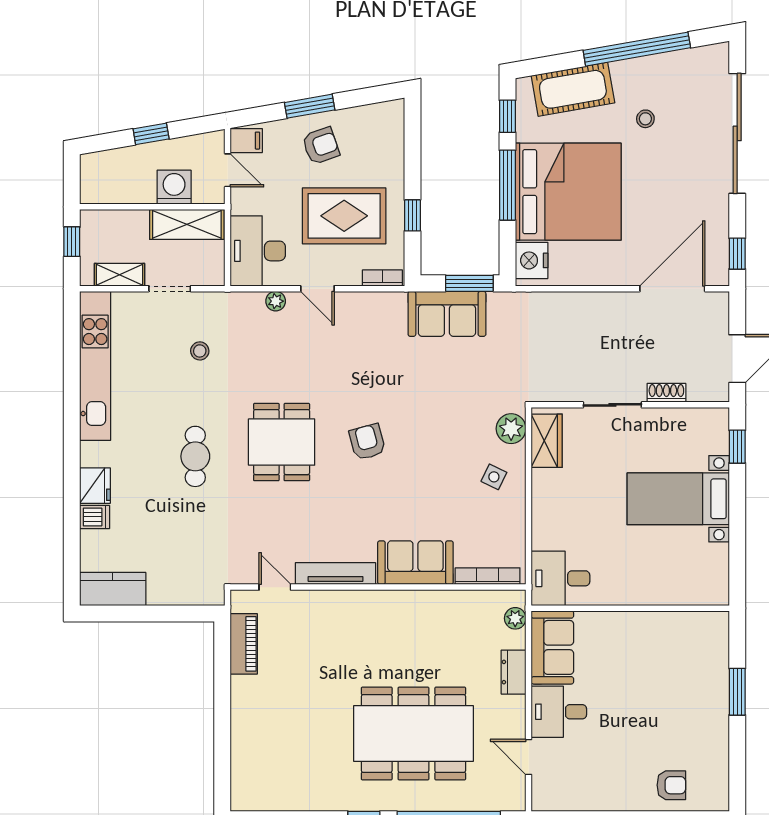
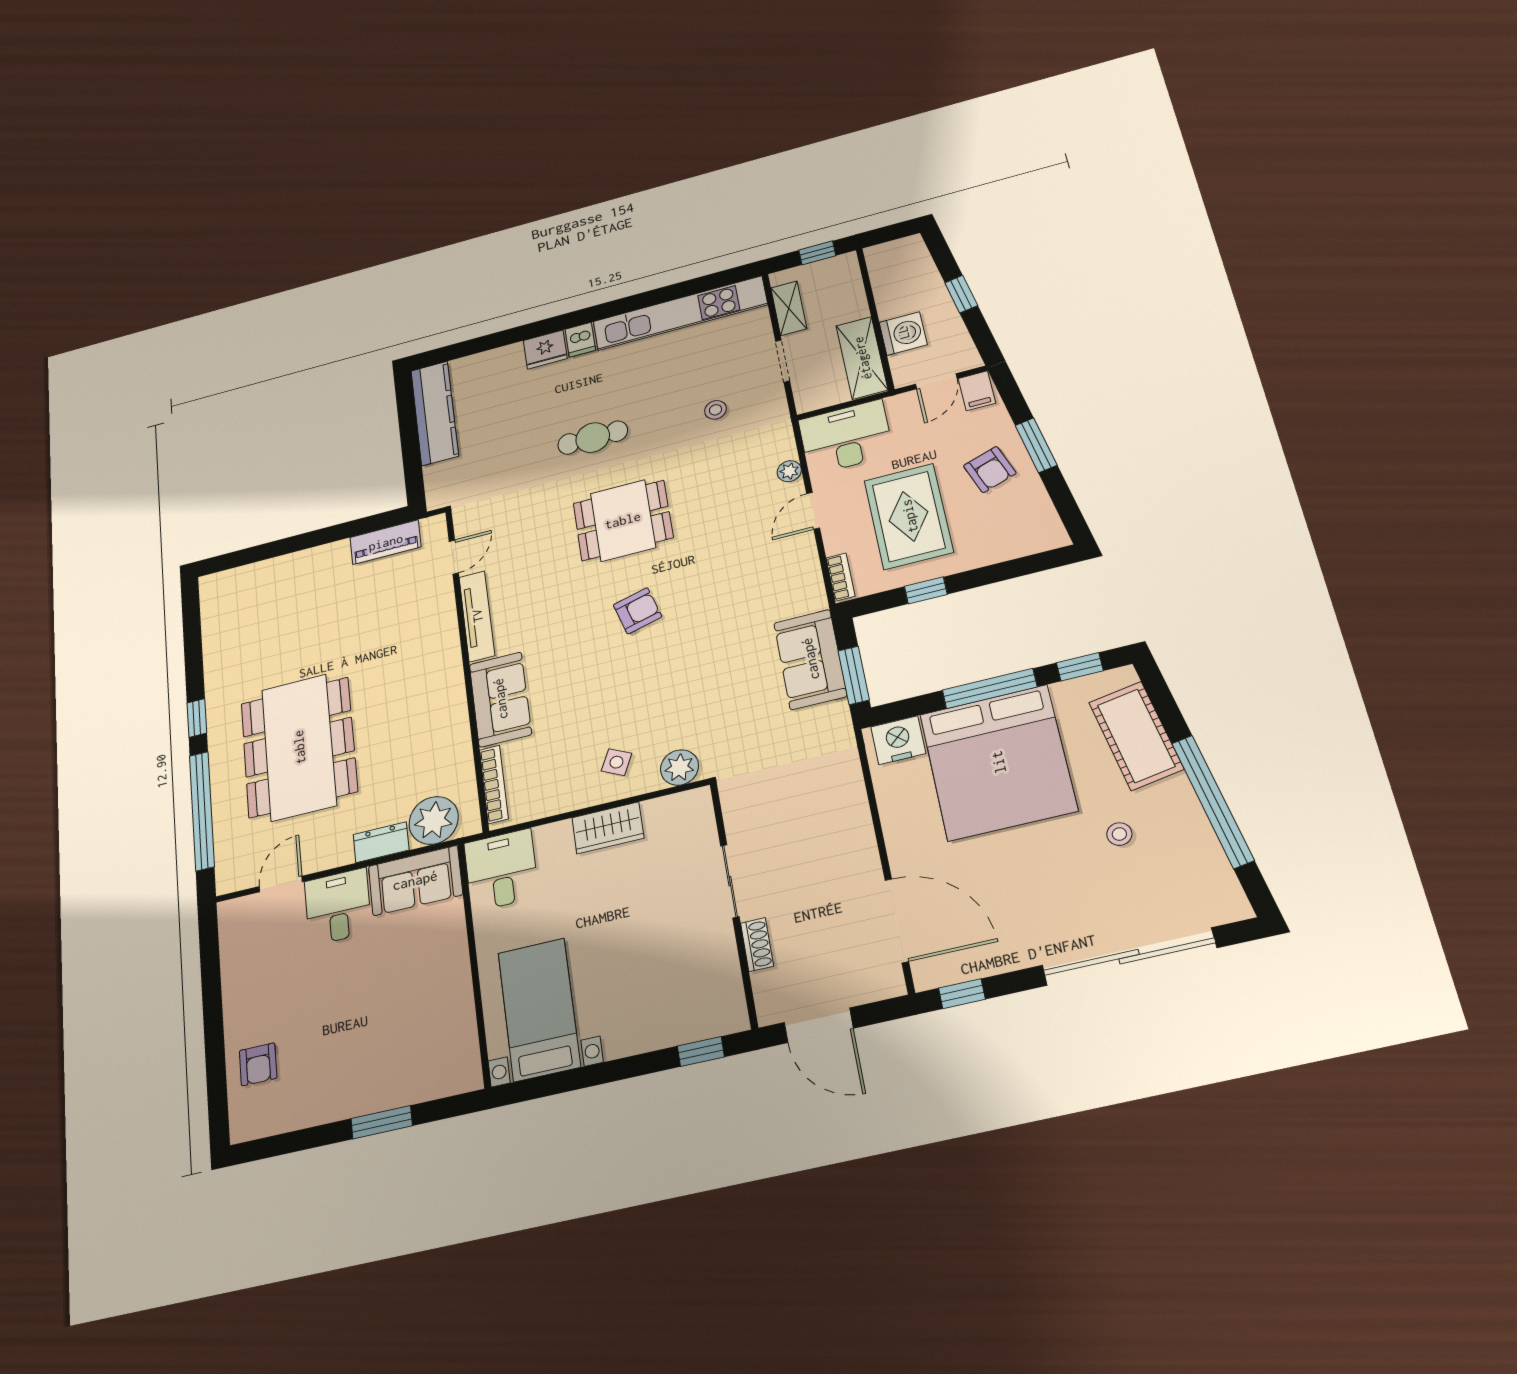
wardrobe: (547, 441) -> (608, 828), moved
bed with nightstands: (678, 499) -> (539, 1009), moved
dishwasher: (95, 517) -> (580, 340), moved
kitchen counter: (113, 589) -> (435, 413), width x1.50
plant: (515, 618) -> (434, 820), width x1.87, depth x1.87

